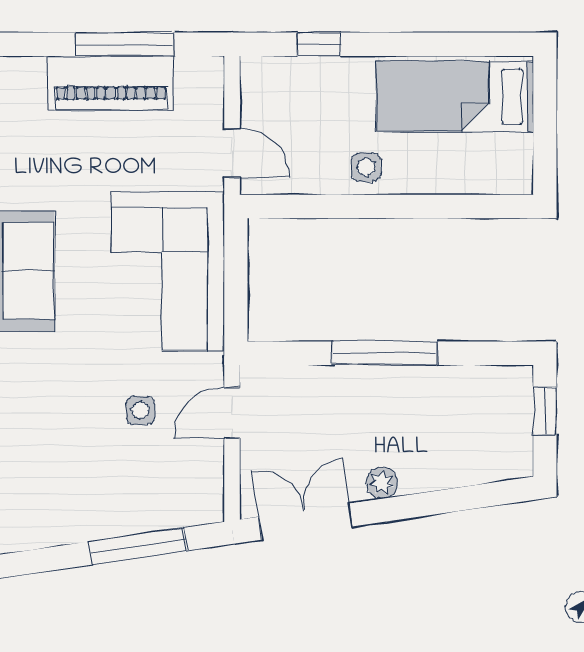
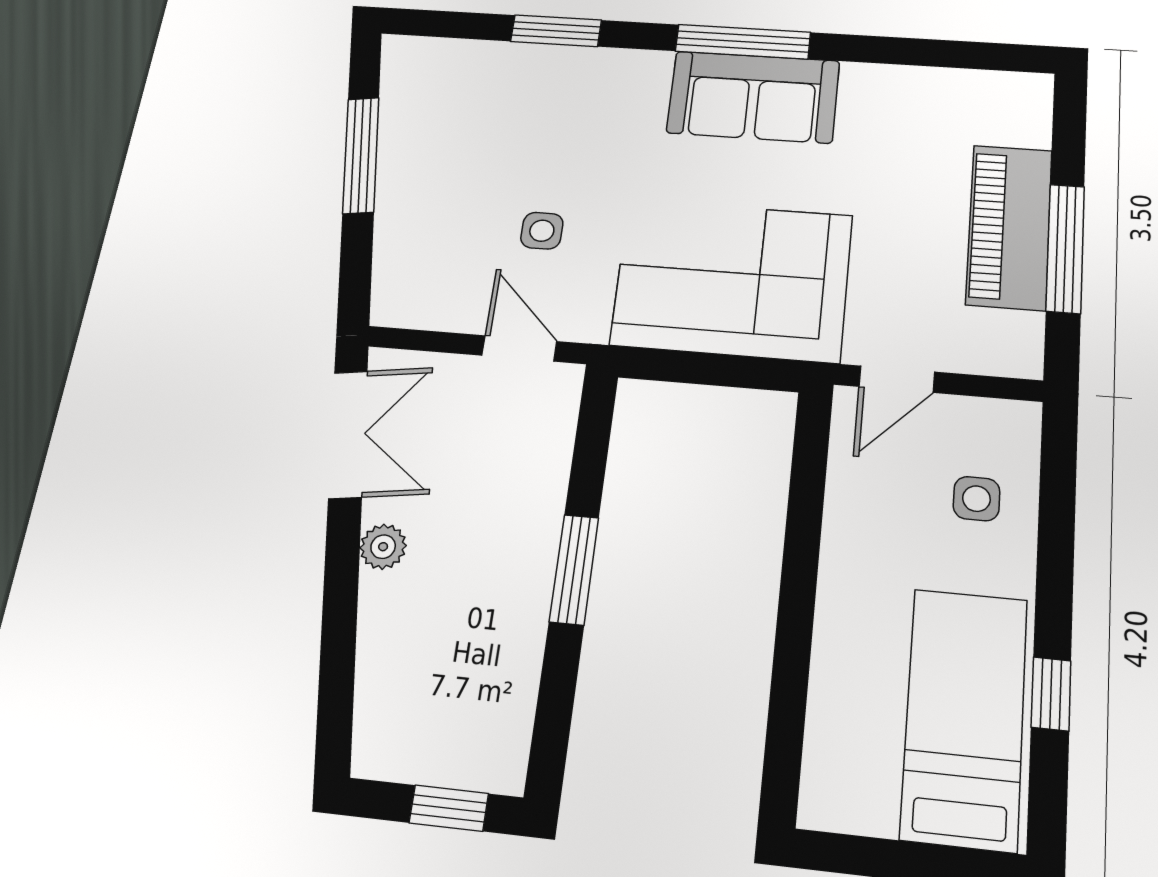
window: (319, 44) -> (1051, 694), moved
side table: (366, 167) -> (976, 499), moved
window: (385, 353) -> (574, 569), width x0.69
window: (138, 546) -> (361, 155), moved

